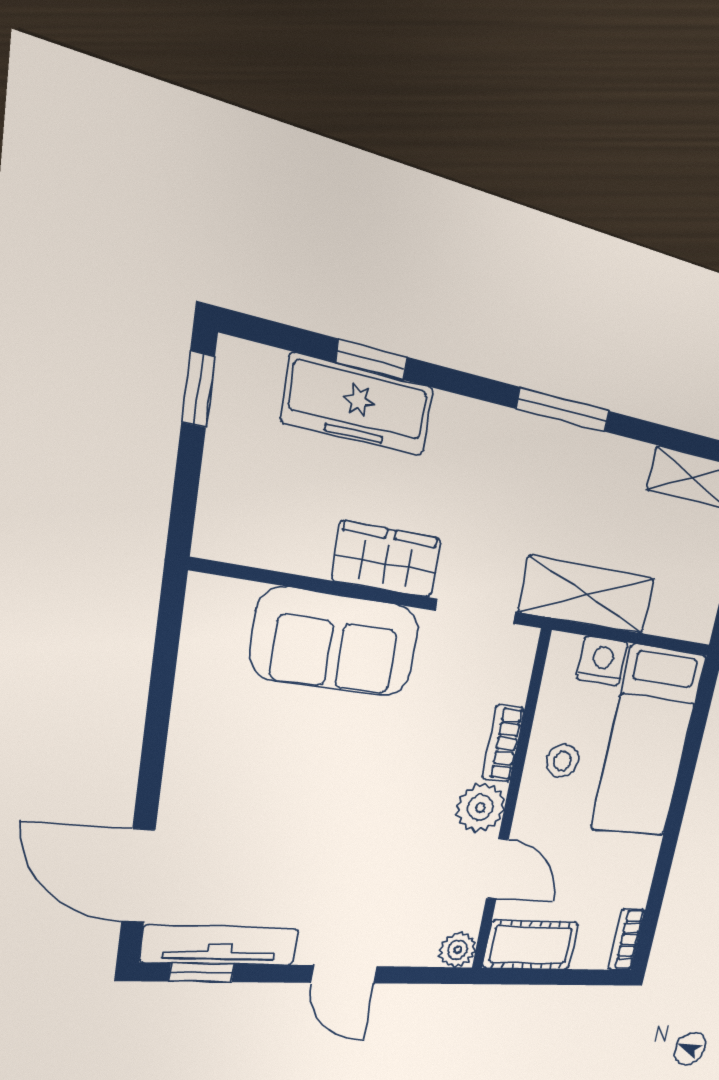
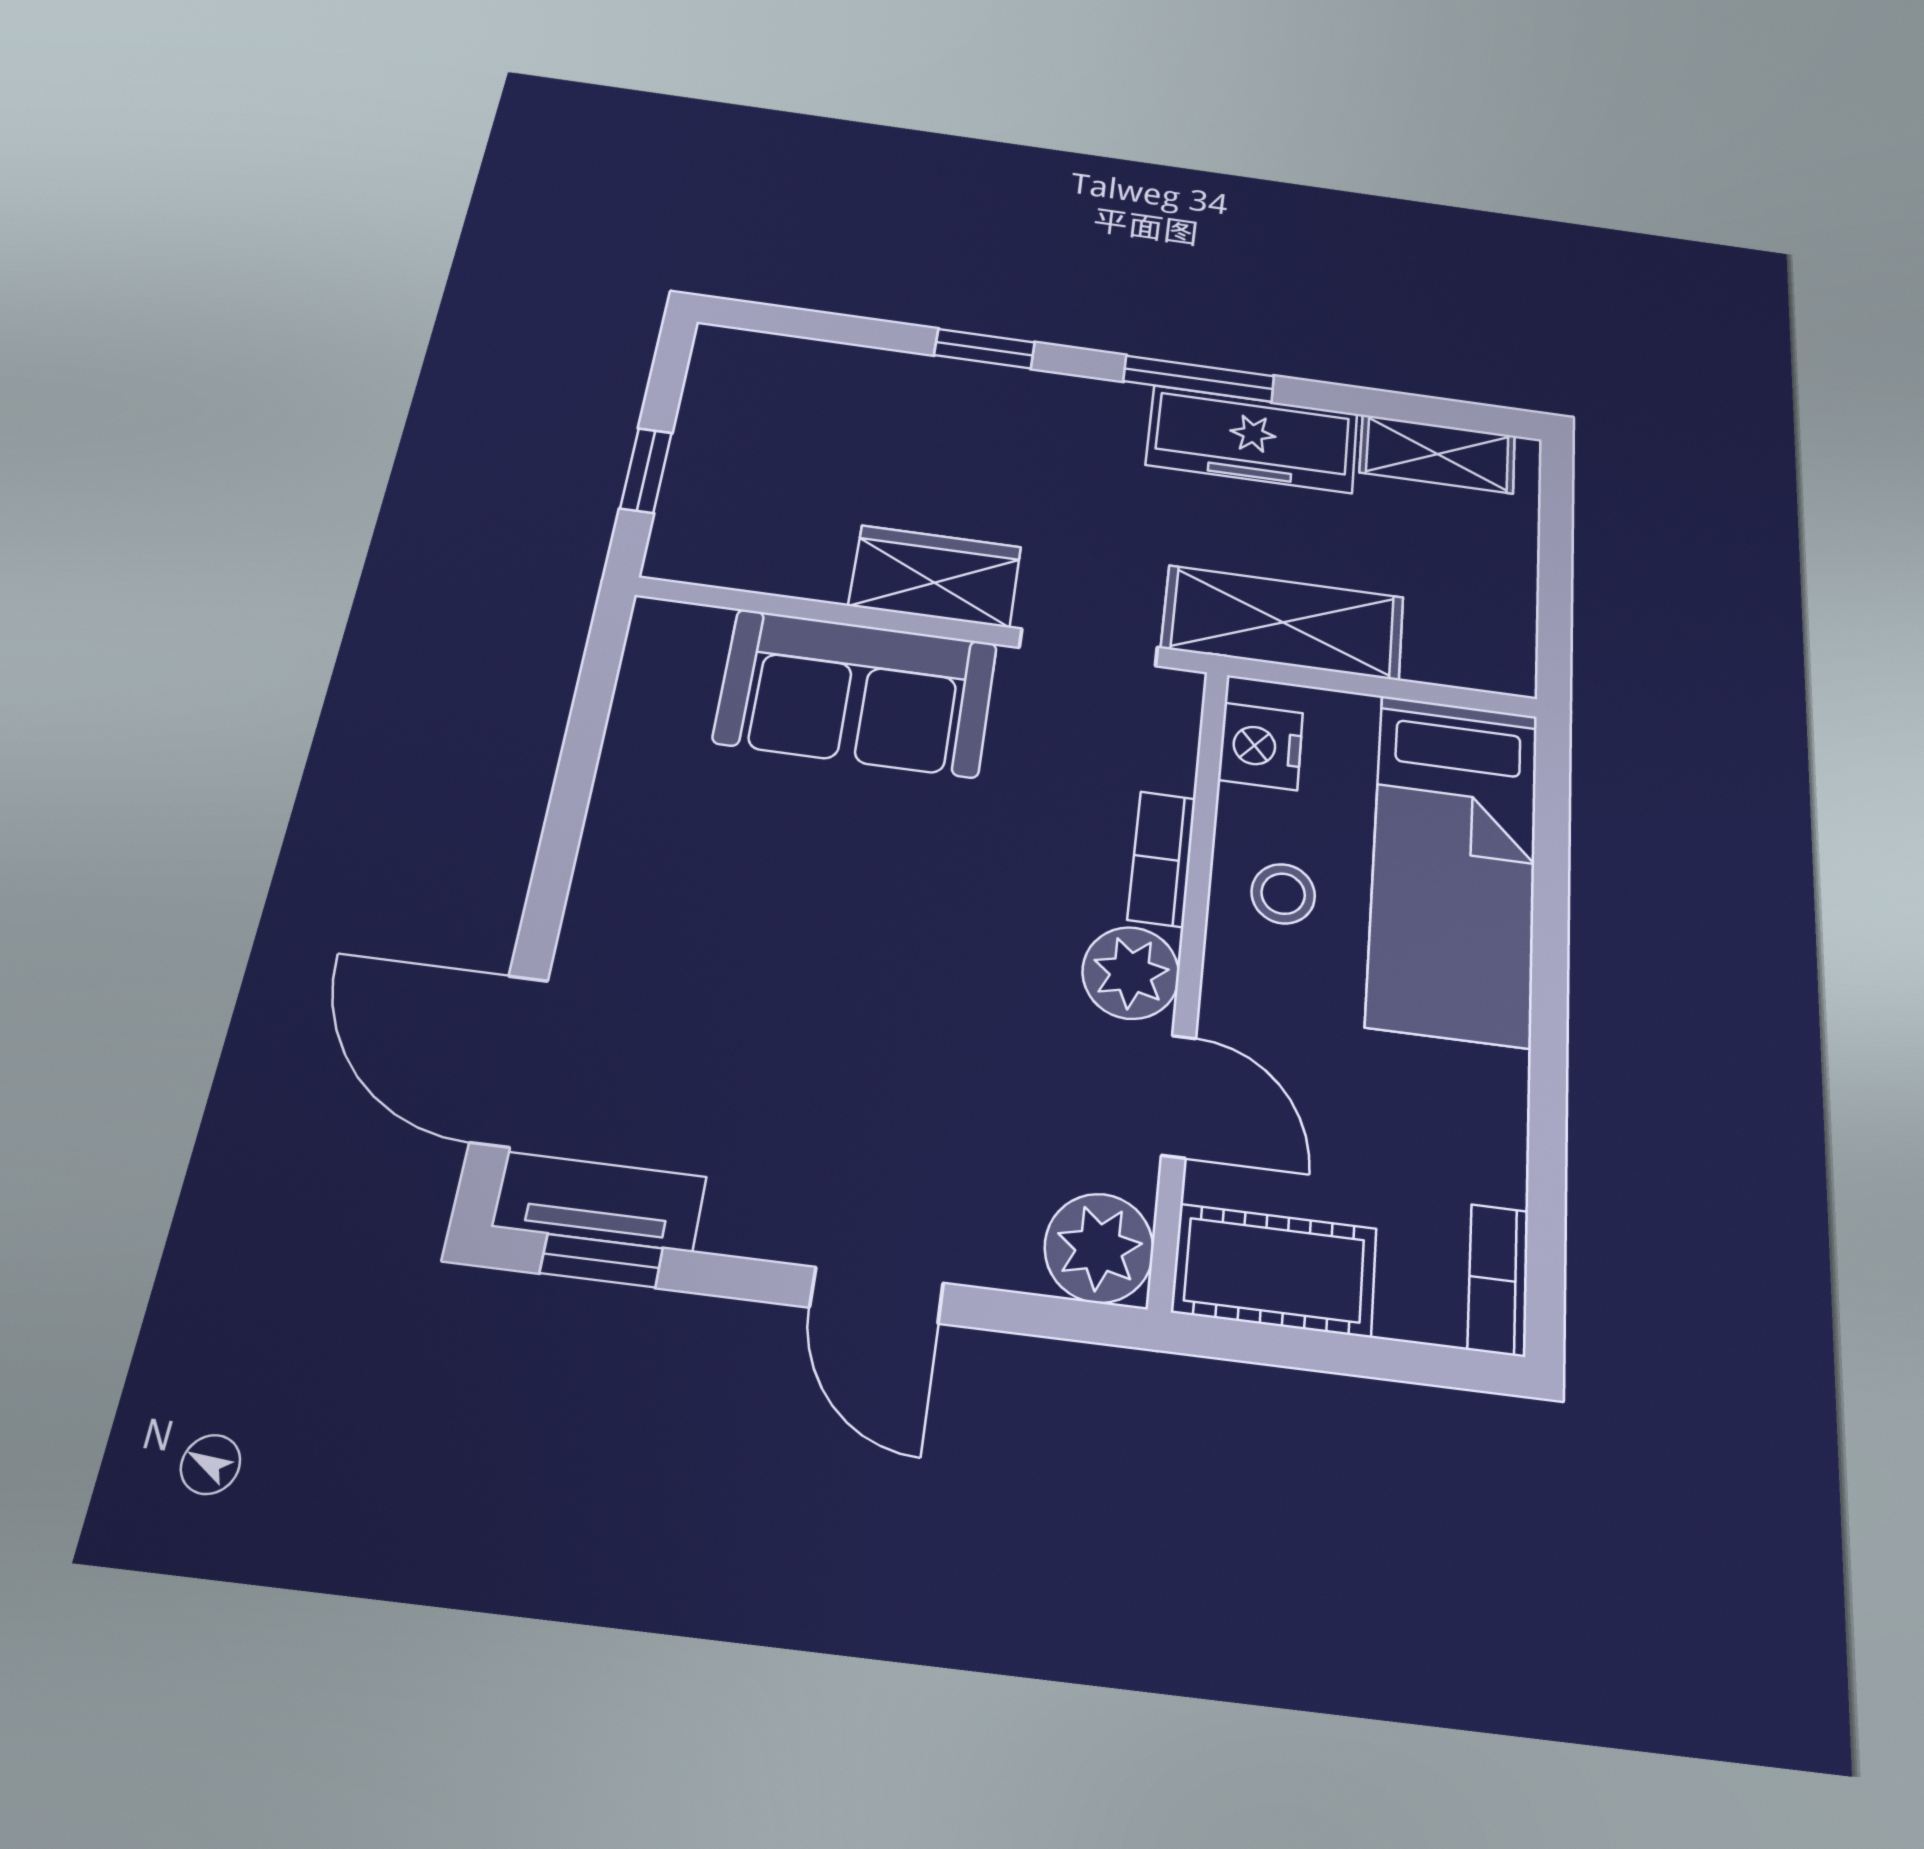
window: (372, 360) -> (984, 349), moved
window: (198, 389) -> (646, 471), moved
freezer: (358, 405) -> (1252, 439), moved
nightstand: (602, 661) -> (1261, 746), moved, turned -90
tv unit: (221, 945) -> (599, 1202), width x0.71
plant: (458, 950) -> (1099, 1248), width x1.38, depth x1.38

